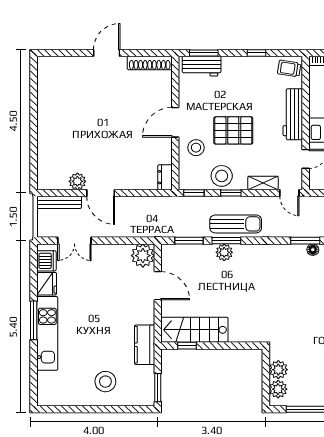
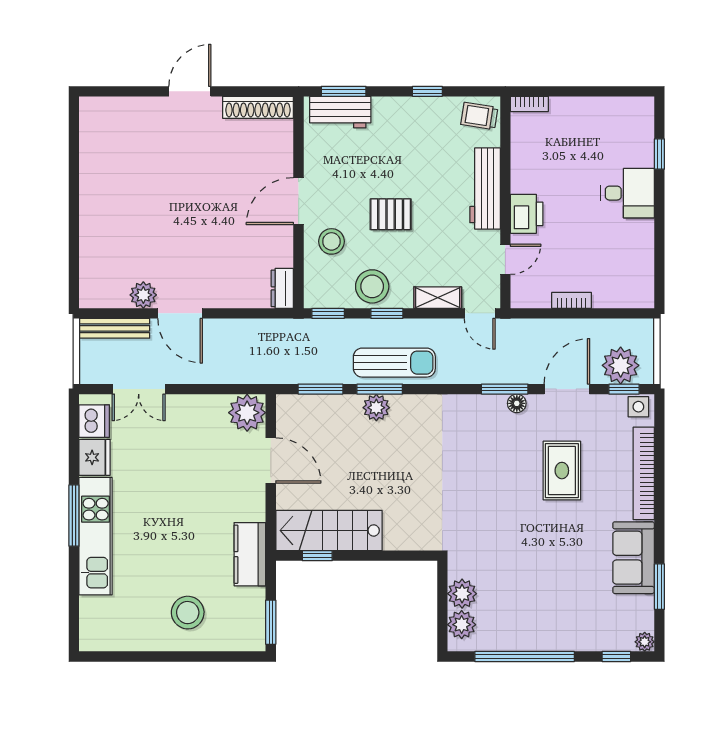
pallet: (233, 130) -> (391, 214), width x0.67, depth x0.71

